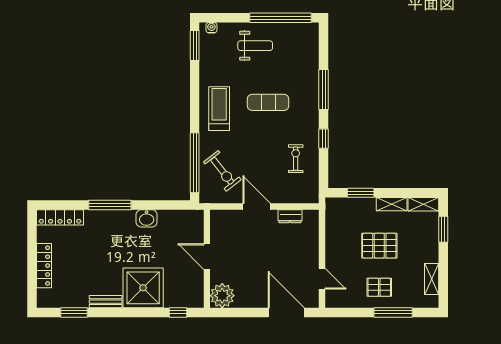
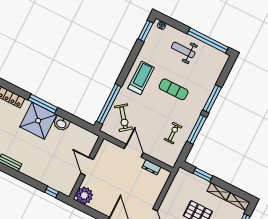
weight bench: (255, 46) -> (183, 50), turned 180
window: (324, 139) -> (197, 129), width x2.17
shower: (143, 288) -> (38, 121), moved

